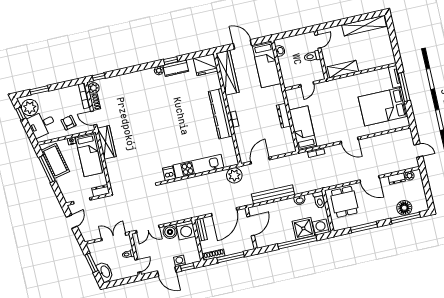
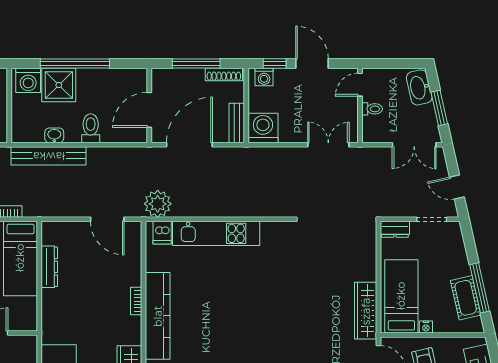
dresser: (283, 116) -> (49, 267), moved
cot: (55, 161) -> (466, 298), width x0.73, depth x0.75
door: (260, 161) -> (107, 219), hinge flipped
dishwasher: (169, 173) -> (162, 233), moved
bench: (273, 194) -> (49, 156), moved
toilet: (319, 200) -> (91, 128), moved
door: (72, 222) -> (457, 187), hinge flipped
boiler: (170, 232) -> (291, 131), removed
double door: (114, 237) -> (414, 145), moved
washing machine: (179, 261) -> (264, 77), moved

